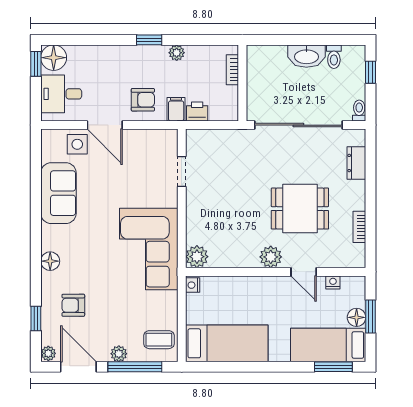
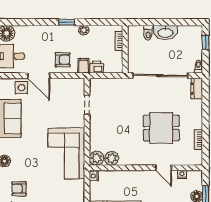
toilet: (334, 57) -> (148, 33), moved
dresser: (356, 163) -> (197, 88), moved
plant: (271, 257) -> (112, 158), moved

